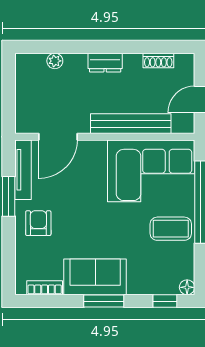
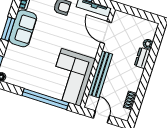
dresser: (105, 63) -> (142, 58), moved
coffee table: (171, 229) -> (36, 78), removed

